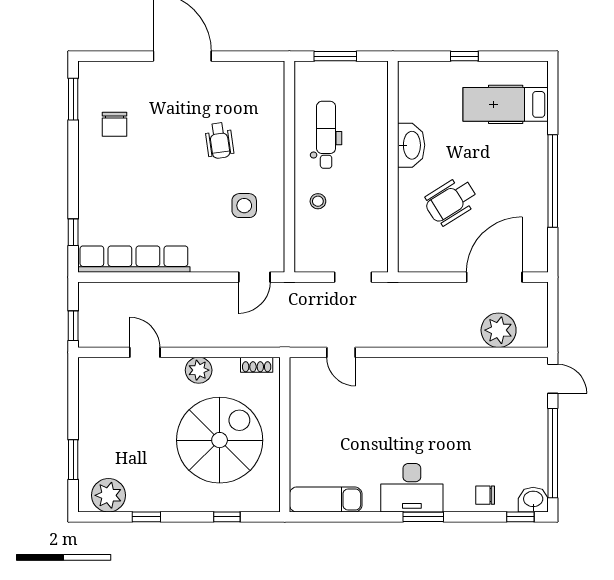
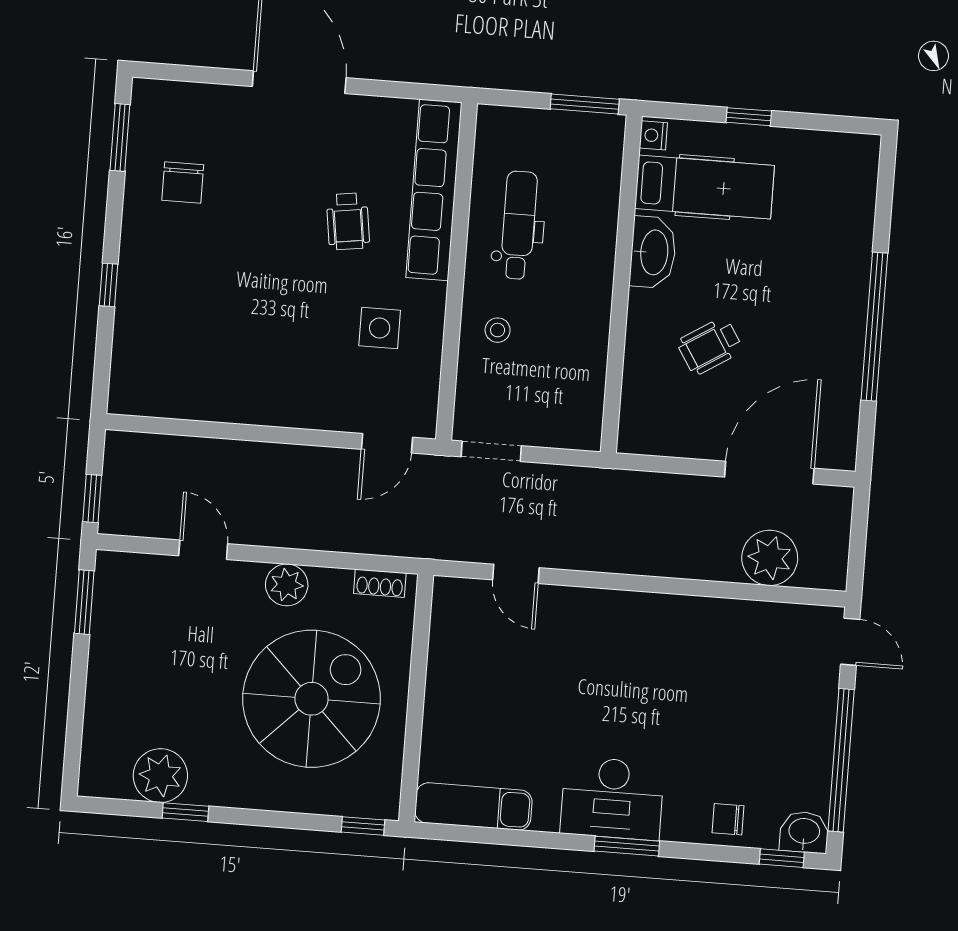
window: (335, 56) -> (585, 104), moved
nightstand: (406, 72) -> (653, 135), added
hospital bed: (506, 104) -> (705, 187), moved, turned 180
wheelchair: (451, 201) -> (710, 346), width x0.73, depth x0.73
window: (73, 232) -> (109, 285), moved
row of seats: (134, 259) -> (434, 190), moved, turned -90
doorway: (353, 277) -> (491, 451), moved
window: (73, 460) -> (84, 602), moved
plant: (109, 495) -> (160, 776), moved
window: (227, 517) -> (363, 826), moved

